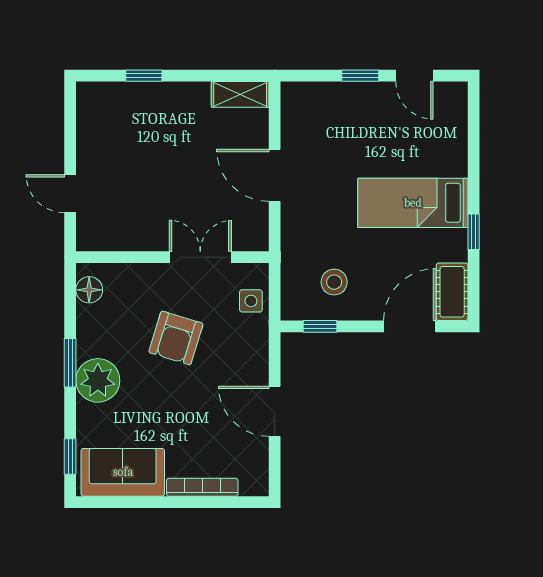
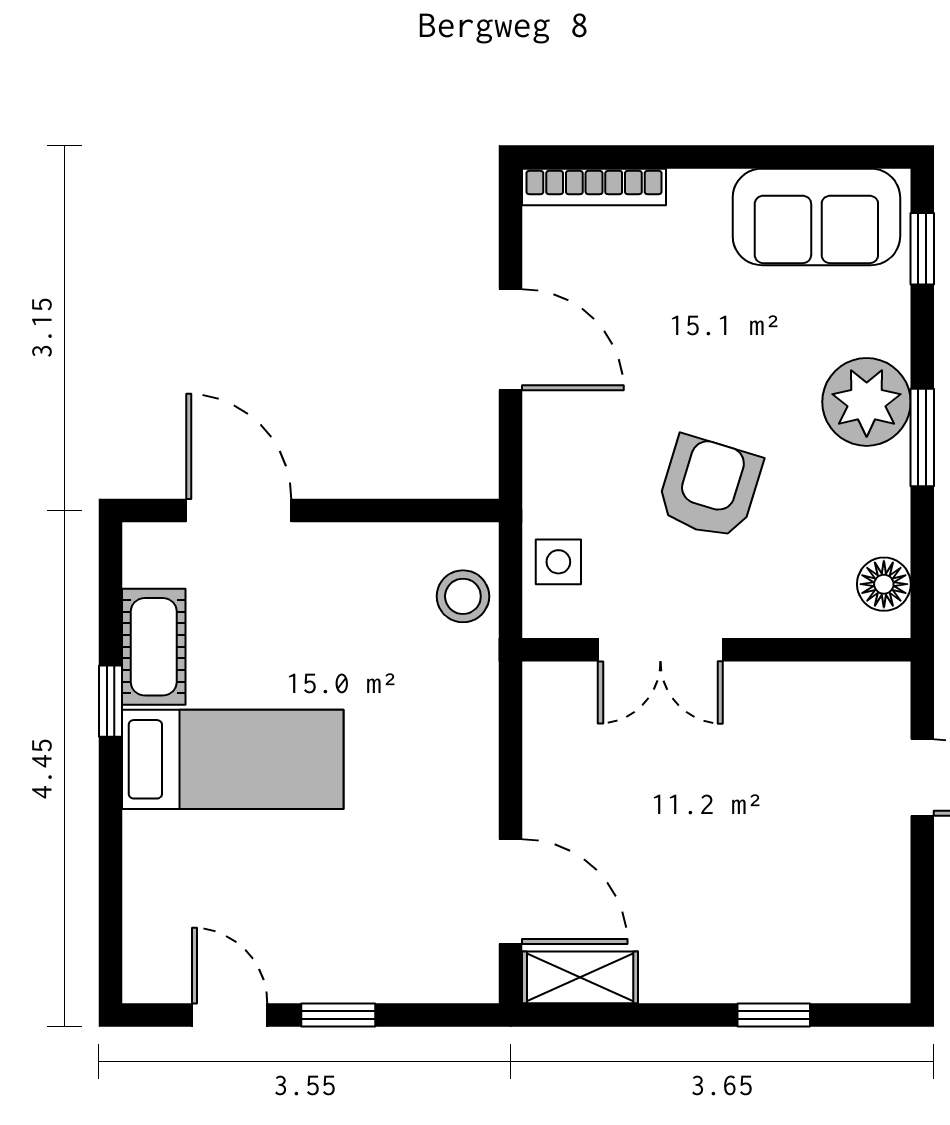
door: (275, 175) -> (511, 892), moved
stool: (334, 282) -> (463, 596), moved
cot: (452, 292) -> (154, 647), moved
window: (320, 326) -> (420, 511), removed
door: (410, 326) -> (239, 511), swing flipped
bookcase: (202, 487) -> (594, 187), moved

